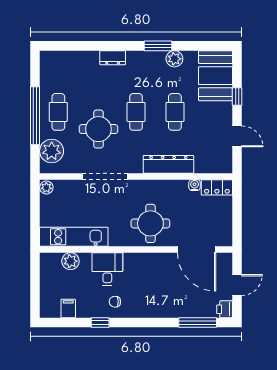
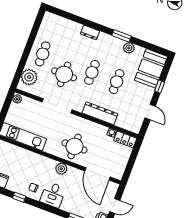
window: (35, 116) -> (27, 51), removed
plant: (70, 261) -> (61, 169), moved
desk: (107, 269) -> (53, 195), moved, turned 180

